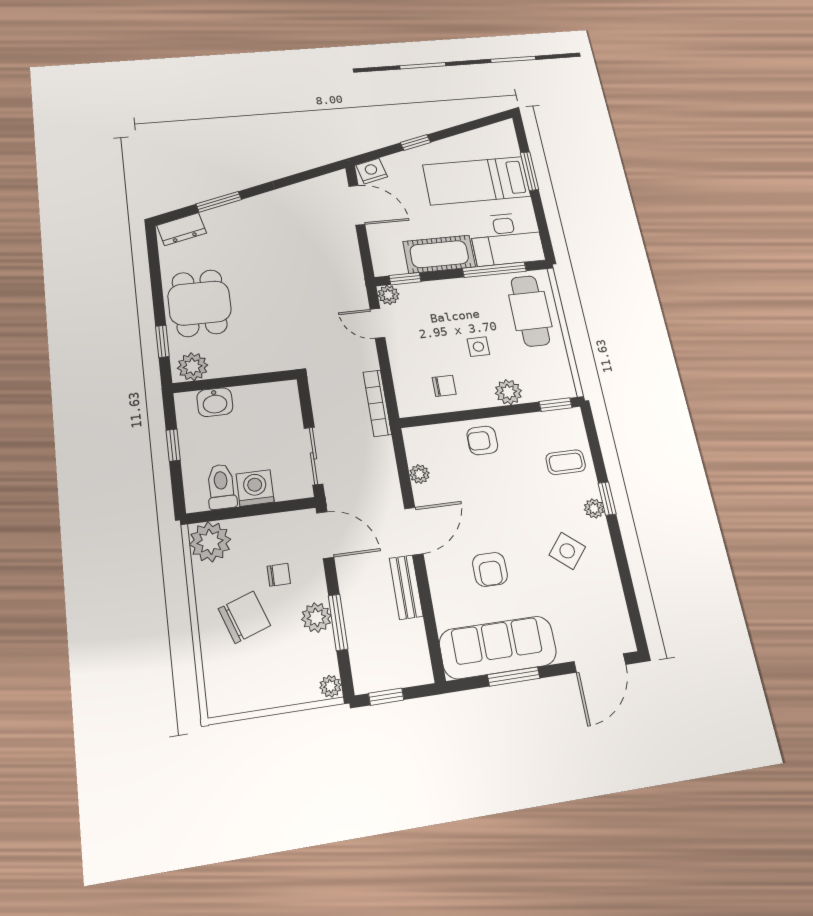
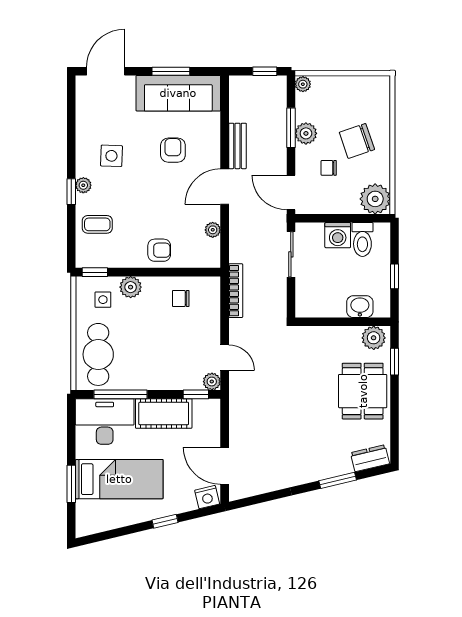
side table: (478, 347) -> (103, 300), moved
side table: (567, 551) -> (111, 156), turned -38

